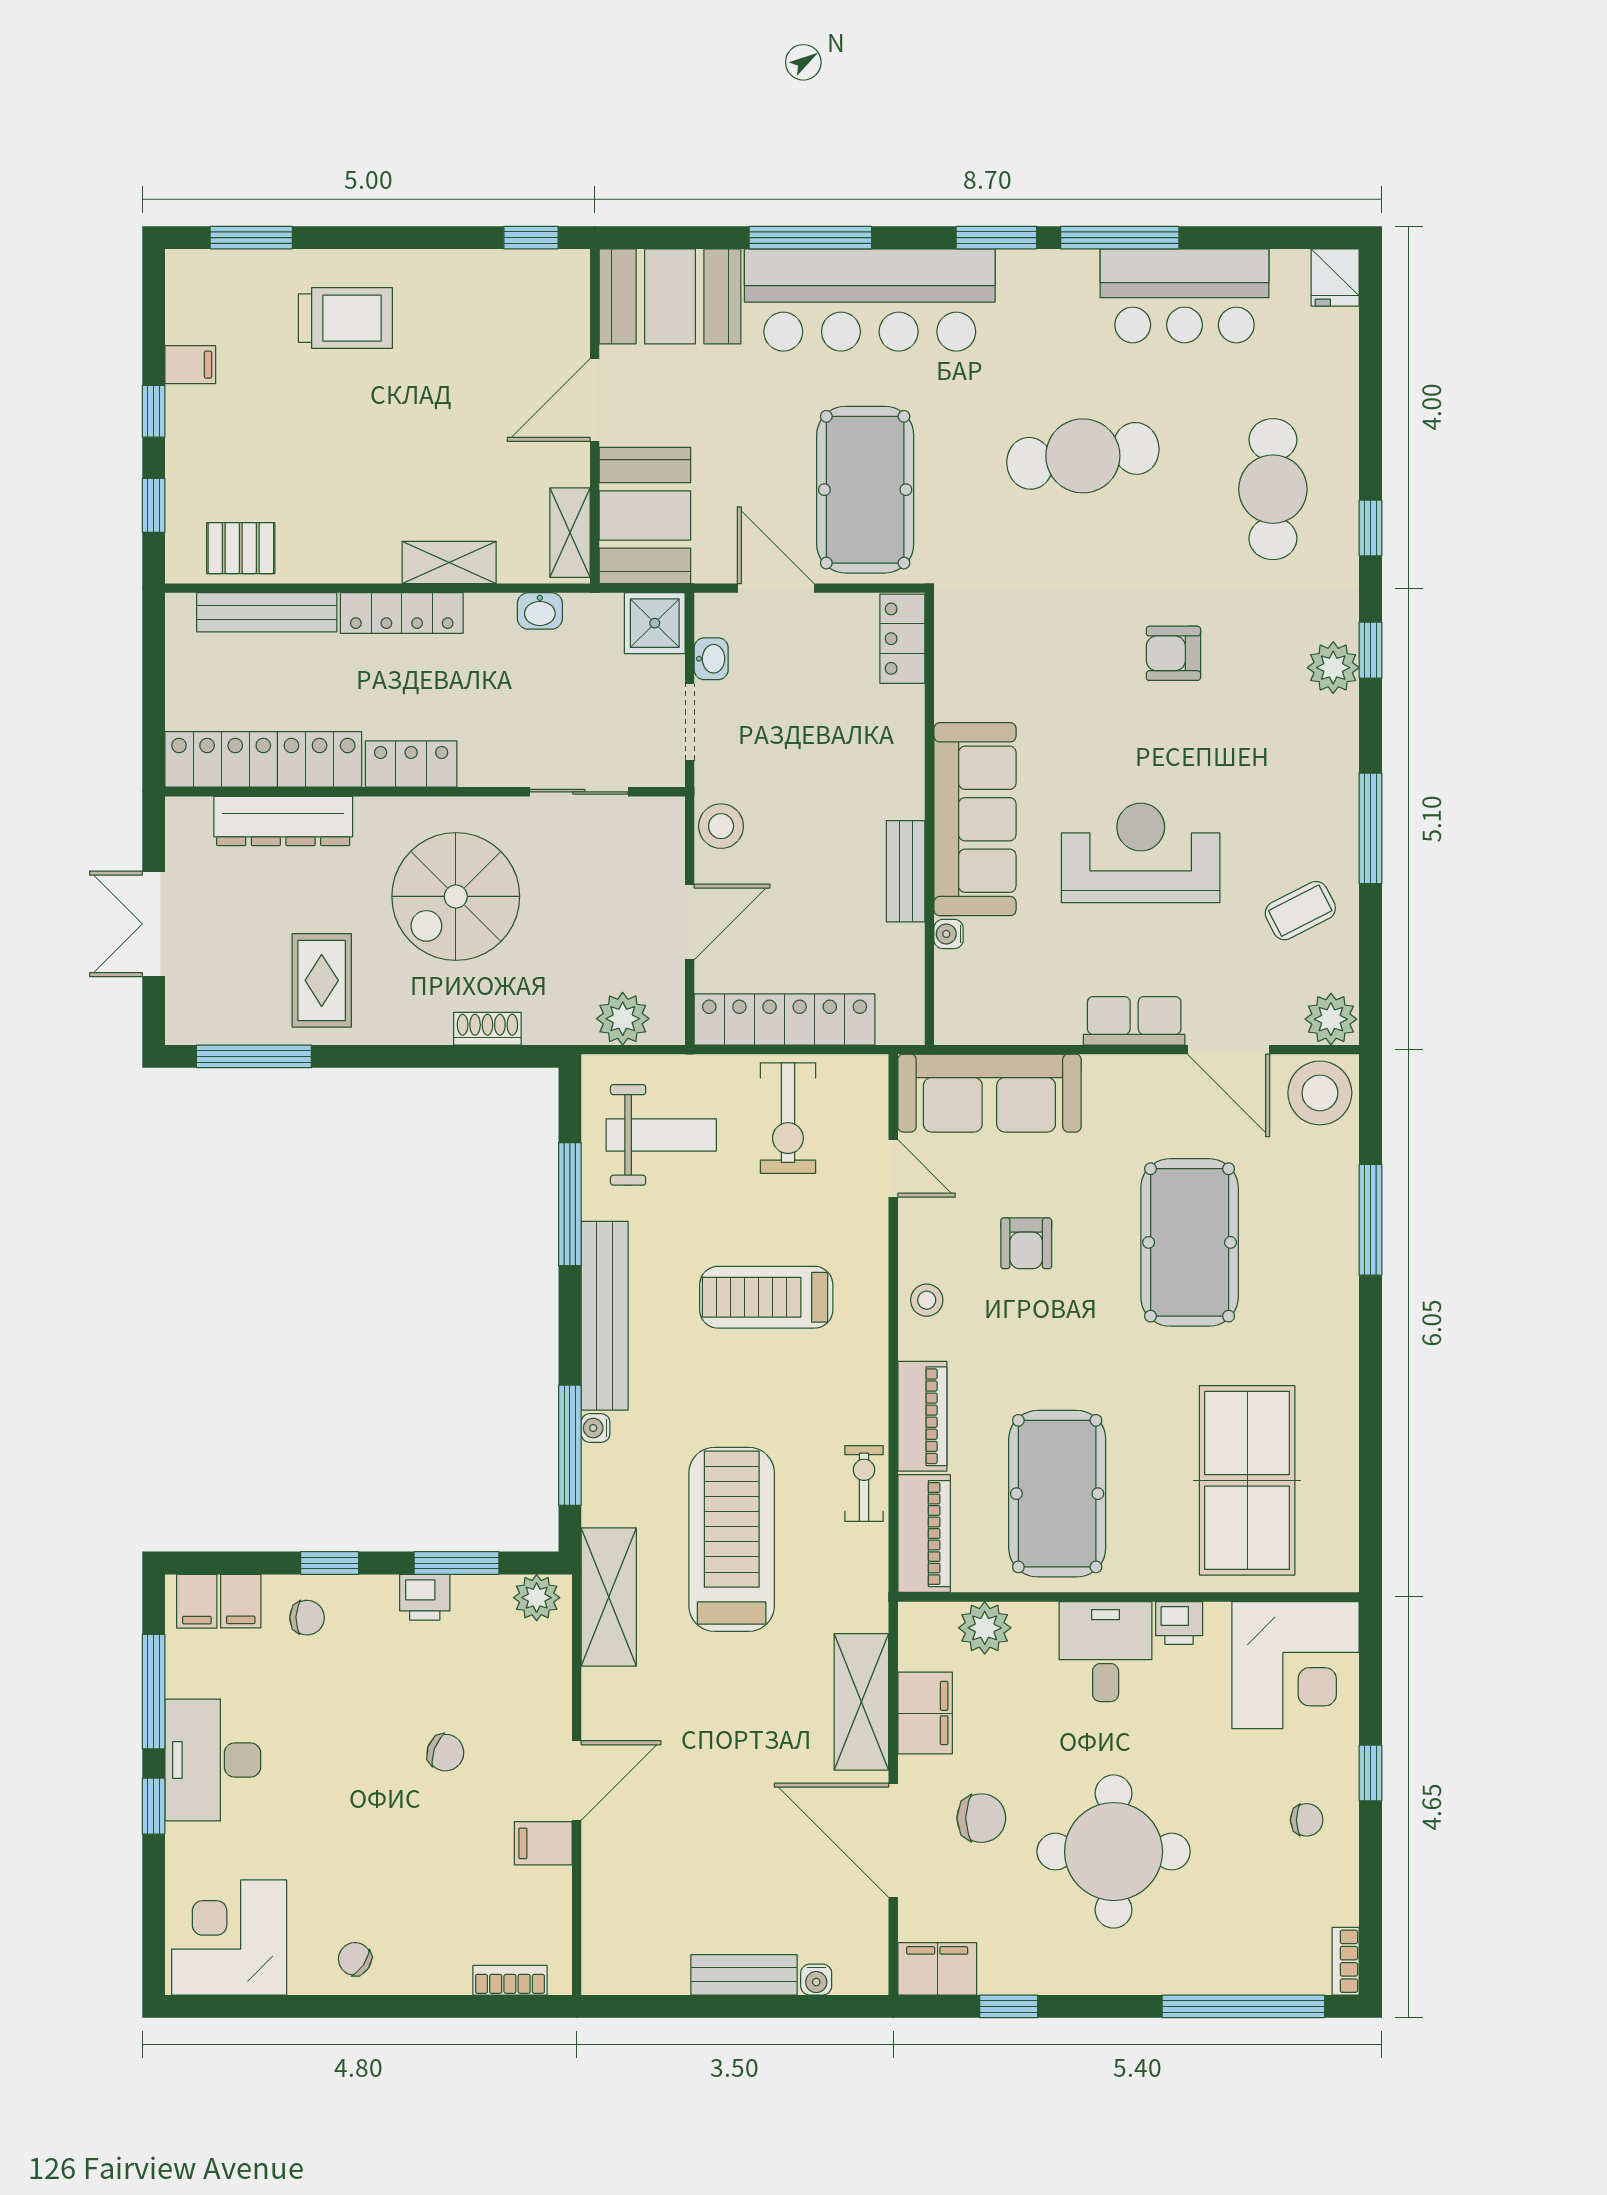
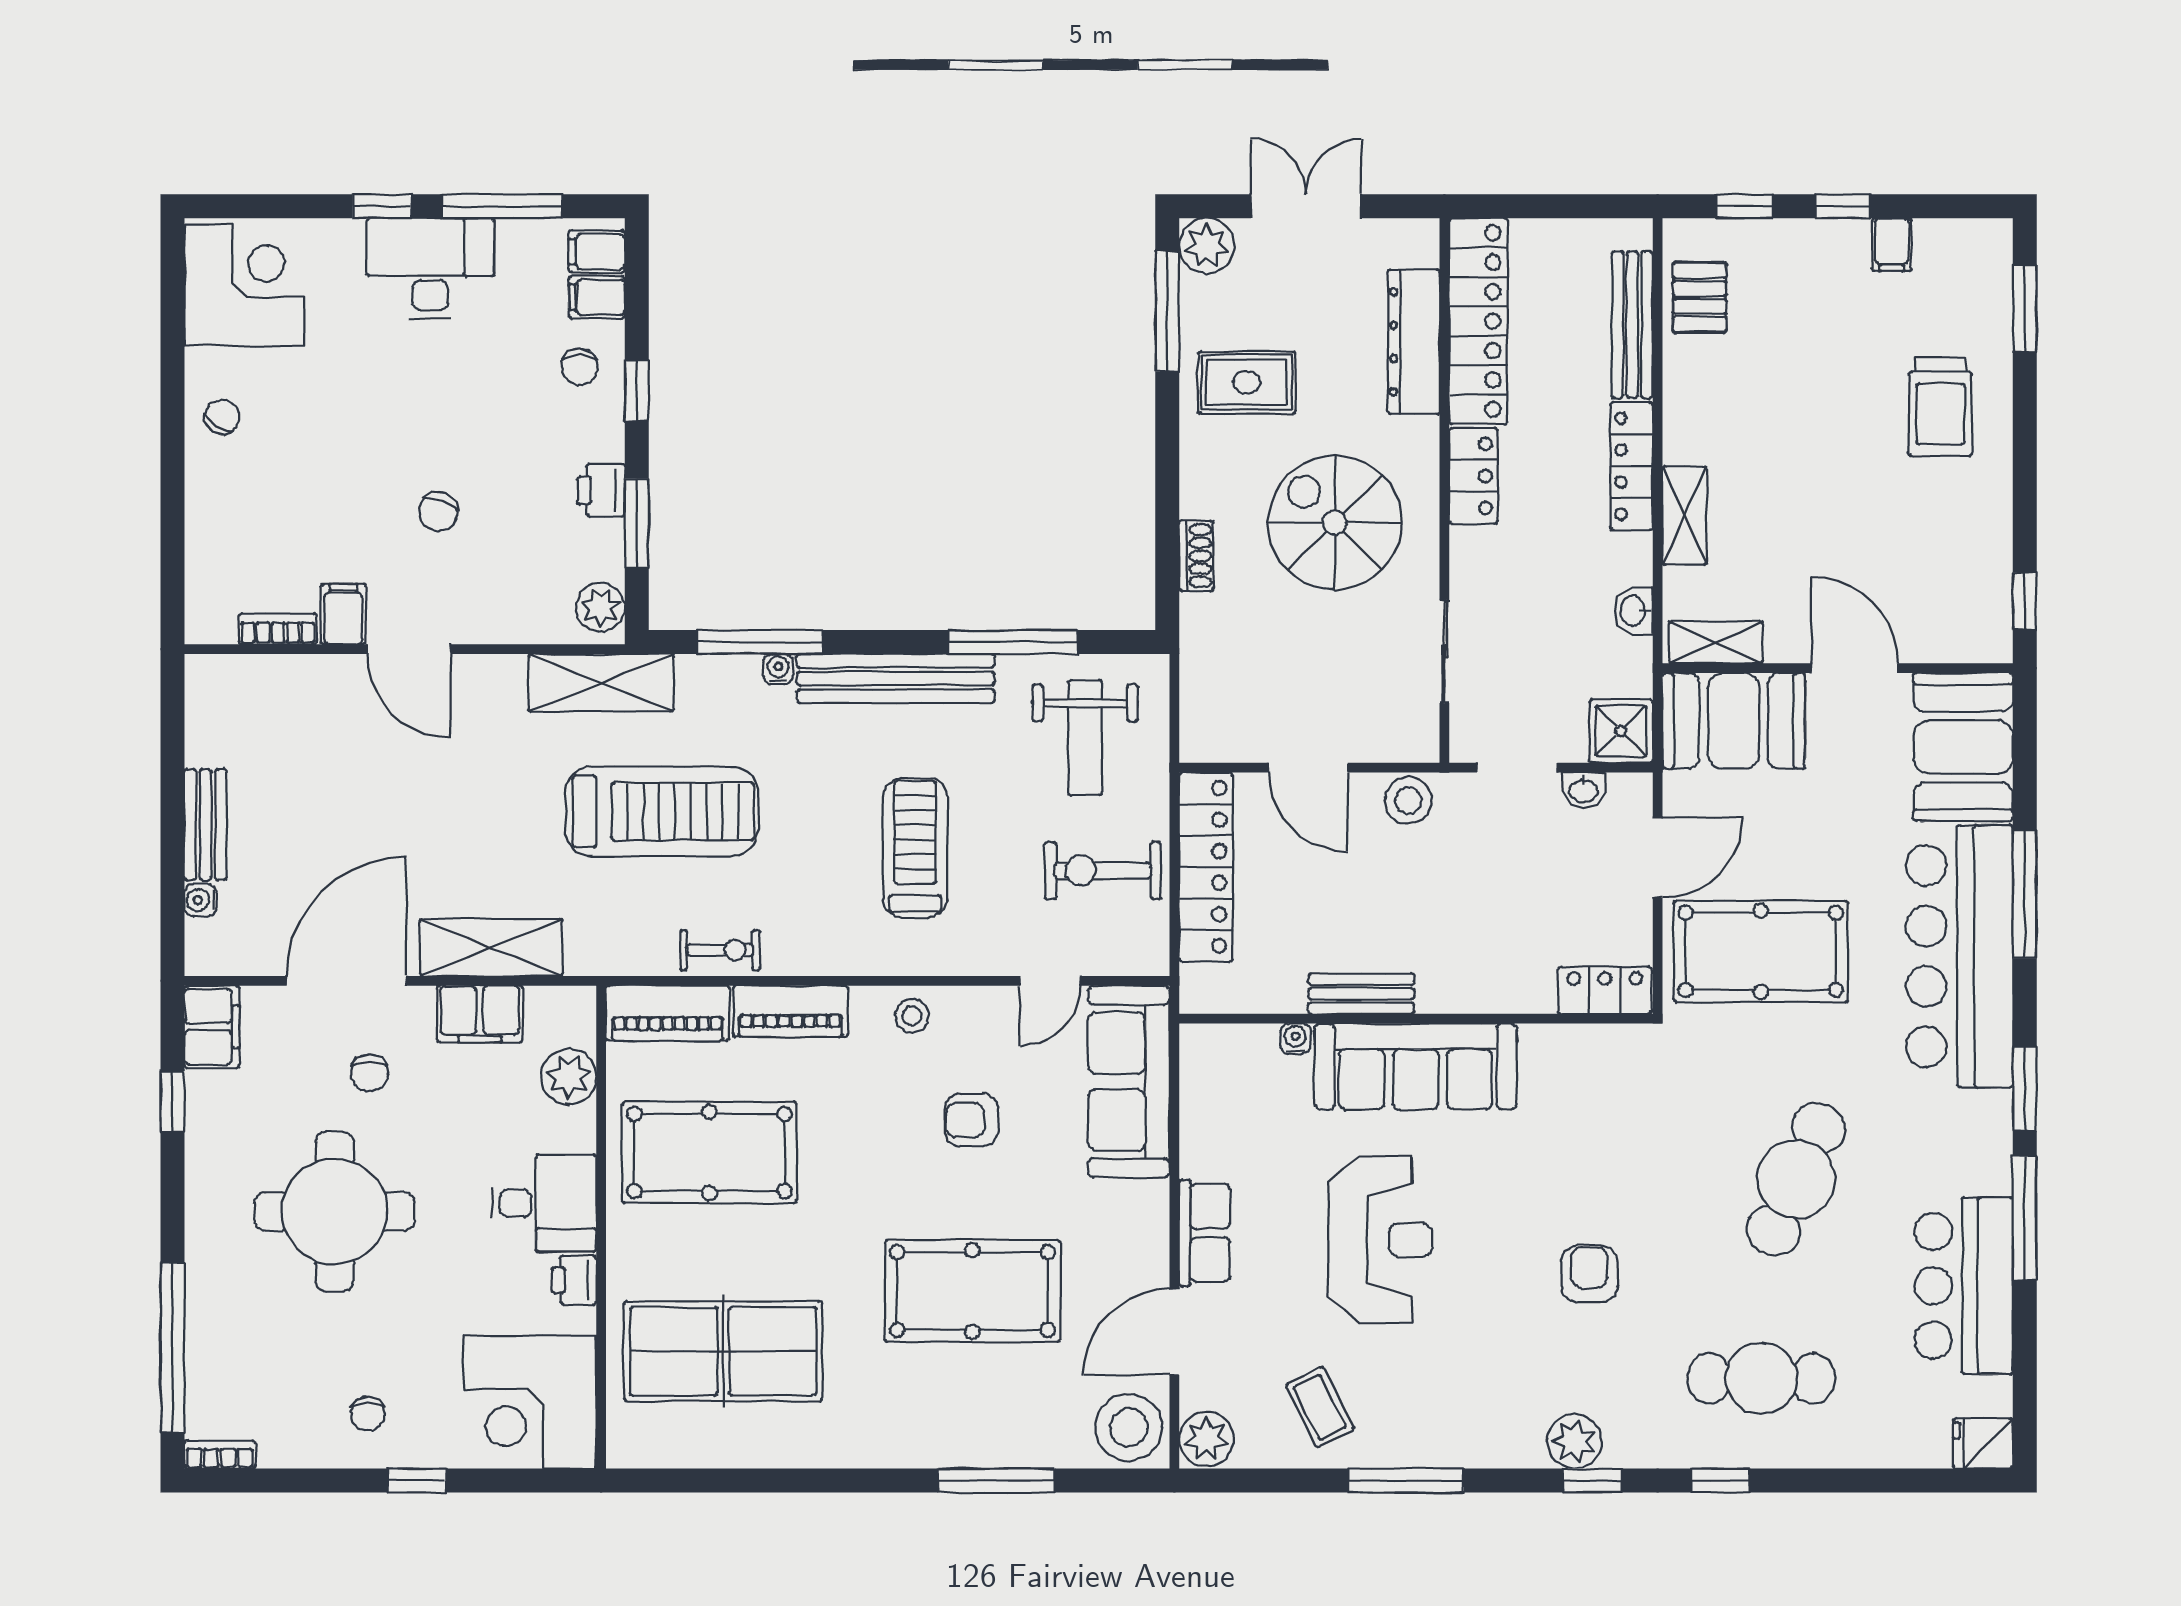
cafe table: (1083, 456) -> (1796, 1179), turned 32
plant: (623, 1019) -> (1207, 246), moved
chair: (981, 1818) -> (370, 1073), width x0.73, depth x0.73
bookcase: (510, 1980) -> (278, 629), moved, turned -90

